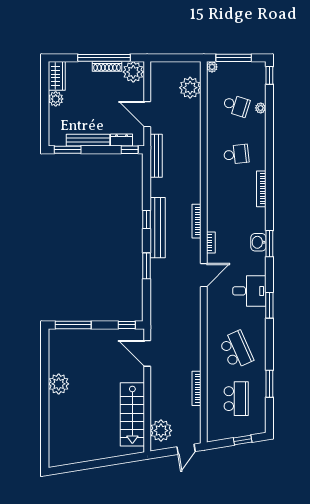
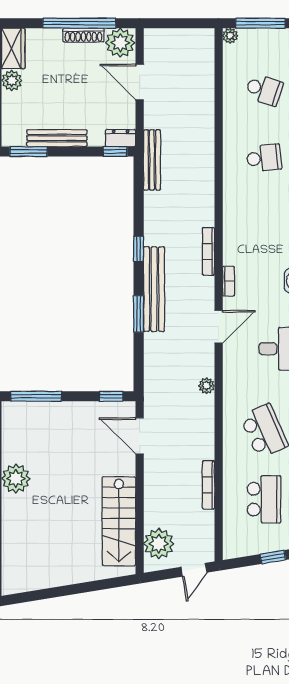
plant: (190, 88) -> (207, 386), moved, width x0.53, depth x0.53
door: (147, 114) -> (140, 82), moved
dresser: (122, 140) -> (120, 138), moved
bench: (158, 228) -> (154, 289), moved

